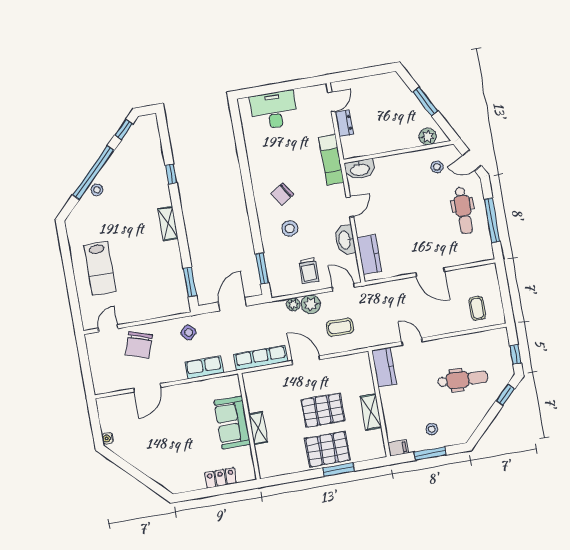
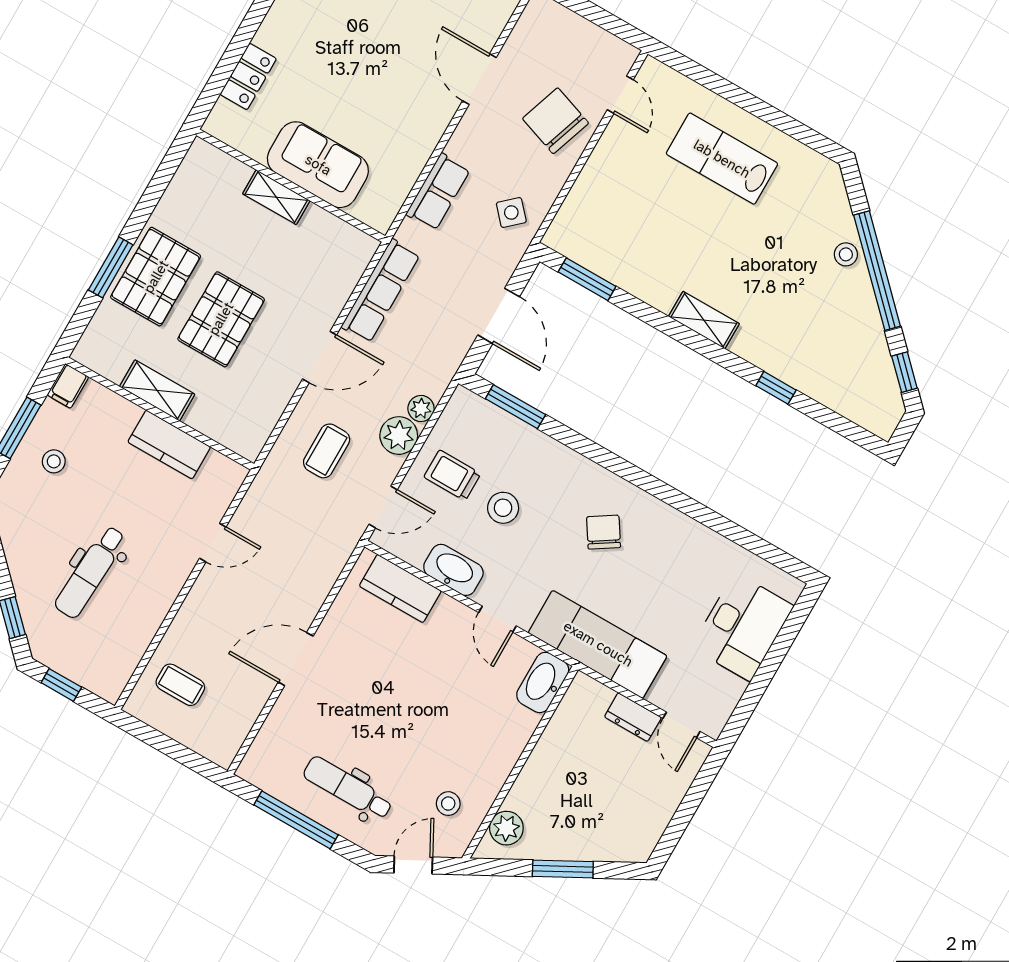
exam couch: (331, 160) -> (598, 644), width x1.36, depth x1.45
stool: (290, 228) -> (503, 508), moved
kitchen counter: (384, 367) -> (169, 444), moved

